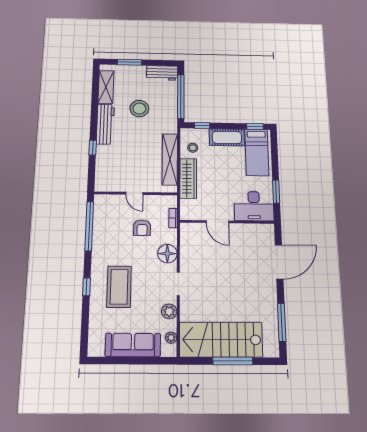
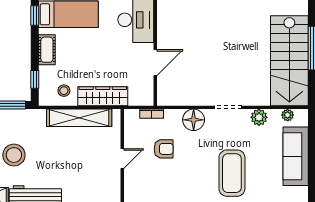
cot: (227, 137) -> (47, 50), width x0.73, depth x0.75
coffee table: (119, 287) -> (232, 173), turned 90

